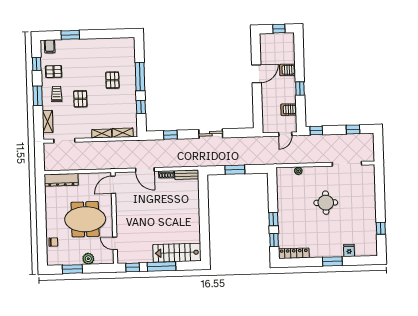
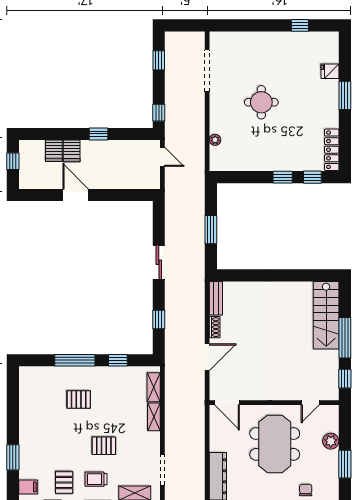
server rack: (289, 110) -> (54, 151), moved

